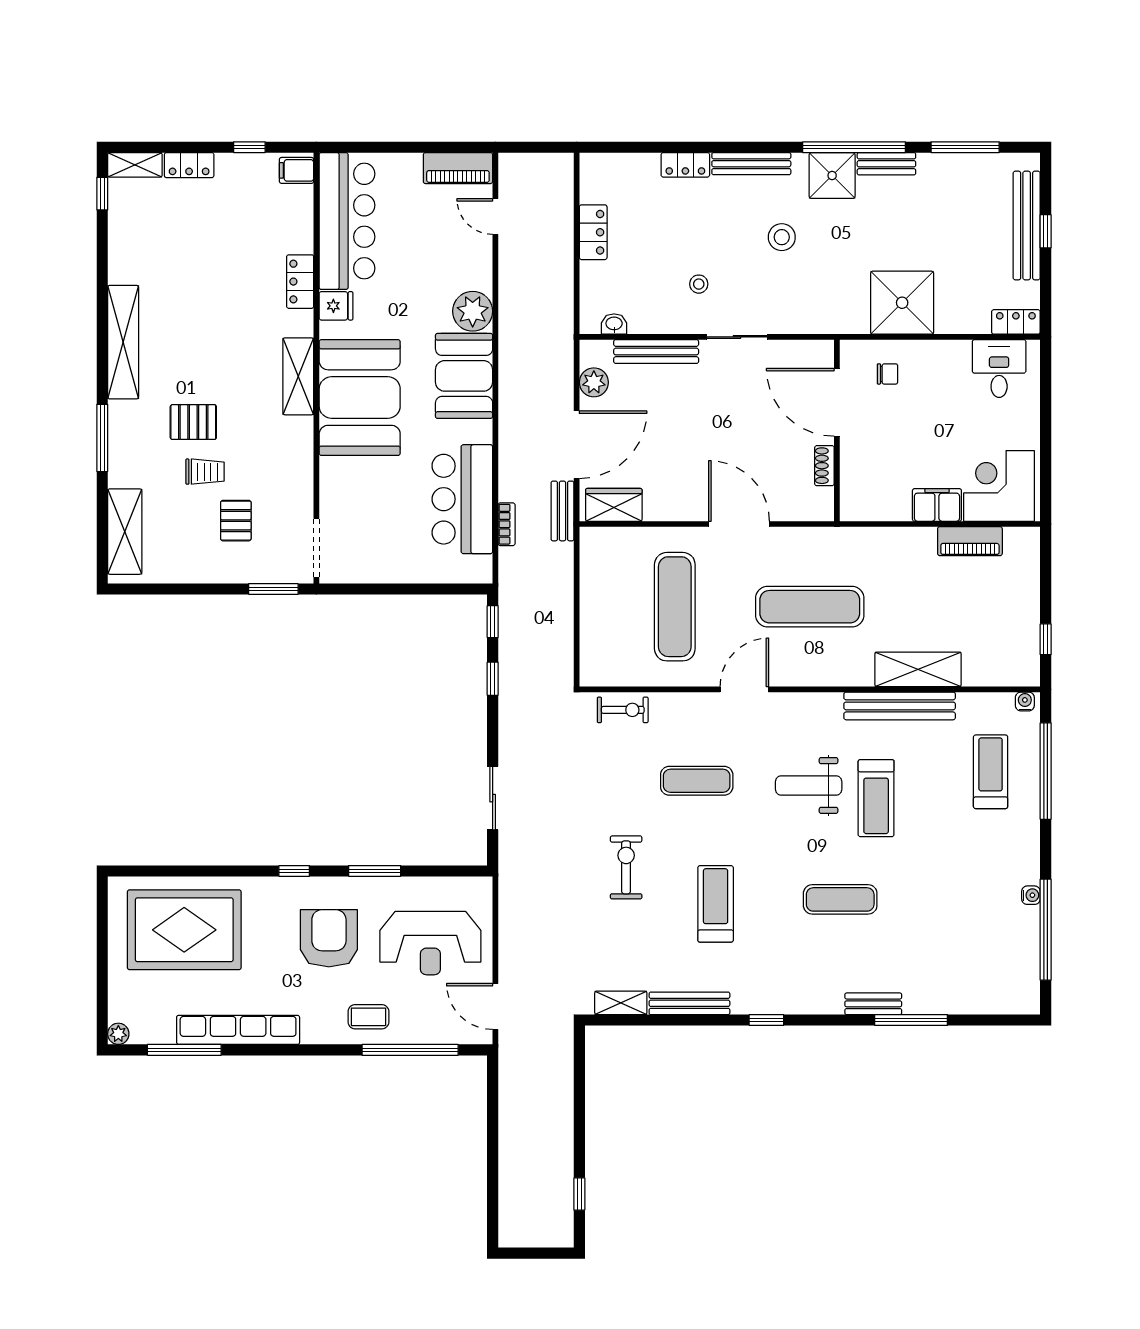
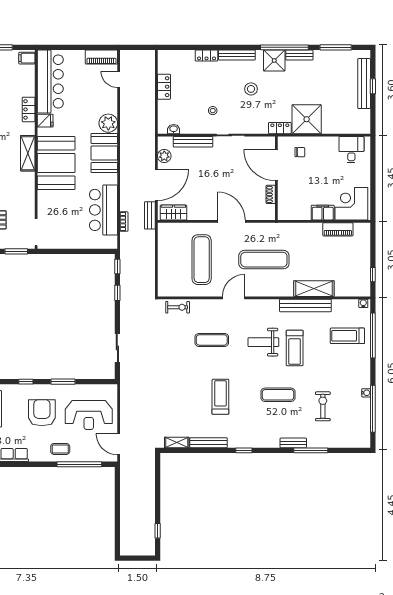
locker: (1016, 322) -> (280, 128), moved
treadmill: (991, 772) -> (347, 336), turned -90
exercise bike: (626, 867) -> (323, 406), moved

